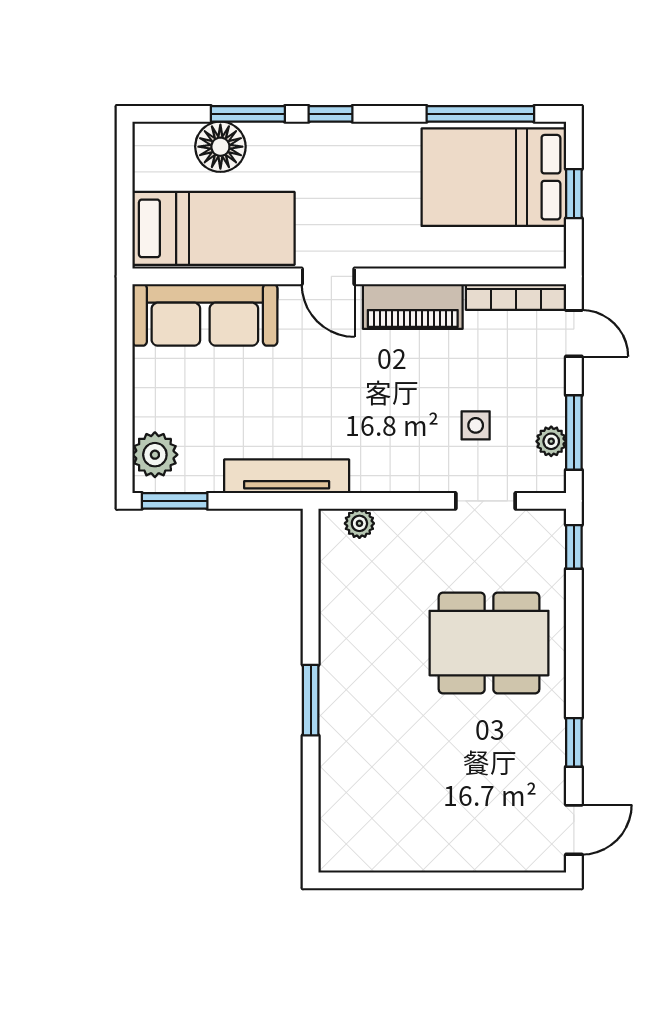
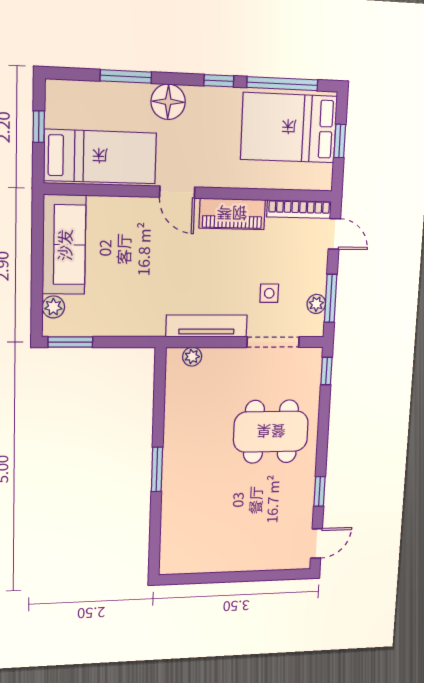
window: (330, 114) -> (219, 81), moved
floor lamp: (220, 147) -> (168, 102), moved
window: (125, 189) -> (39, 127), added
sofa: (205, 315) -> (64, 245), moved, turned -90
plant: (155, 455) -> (53, 307), width x0.73, depth x0.73
tv unit: (287, 476) -> (207, 326), moved
doorway: (486, 501) -> (273, 342), width x1.38

